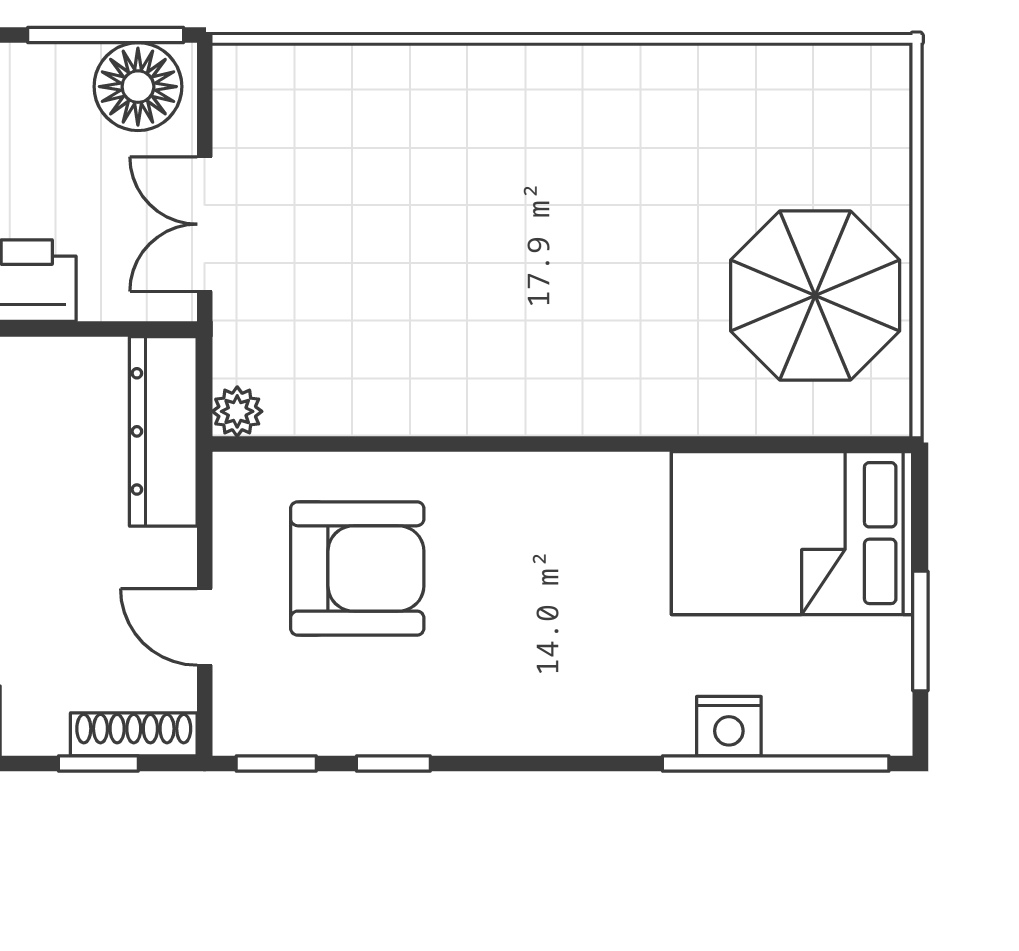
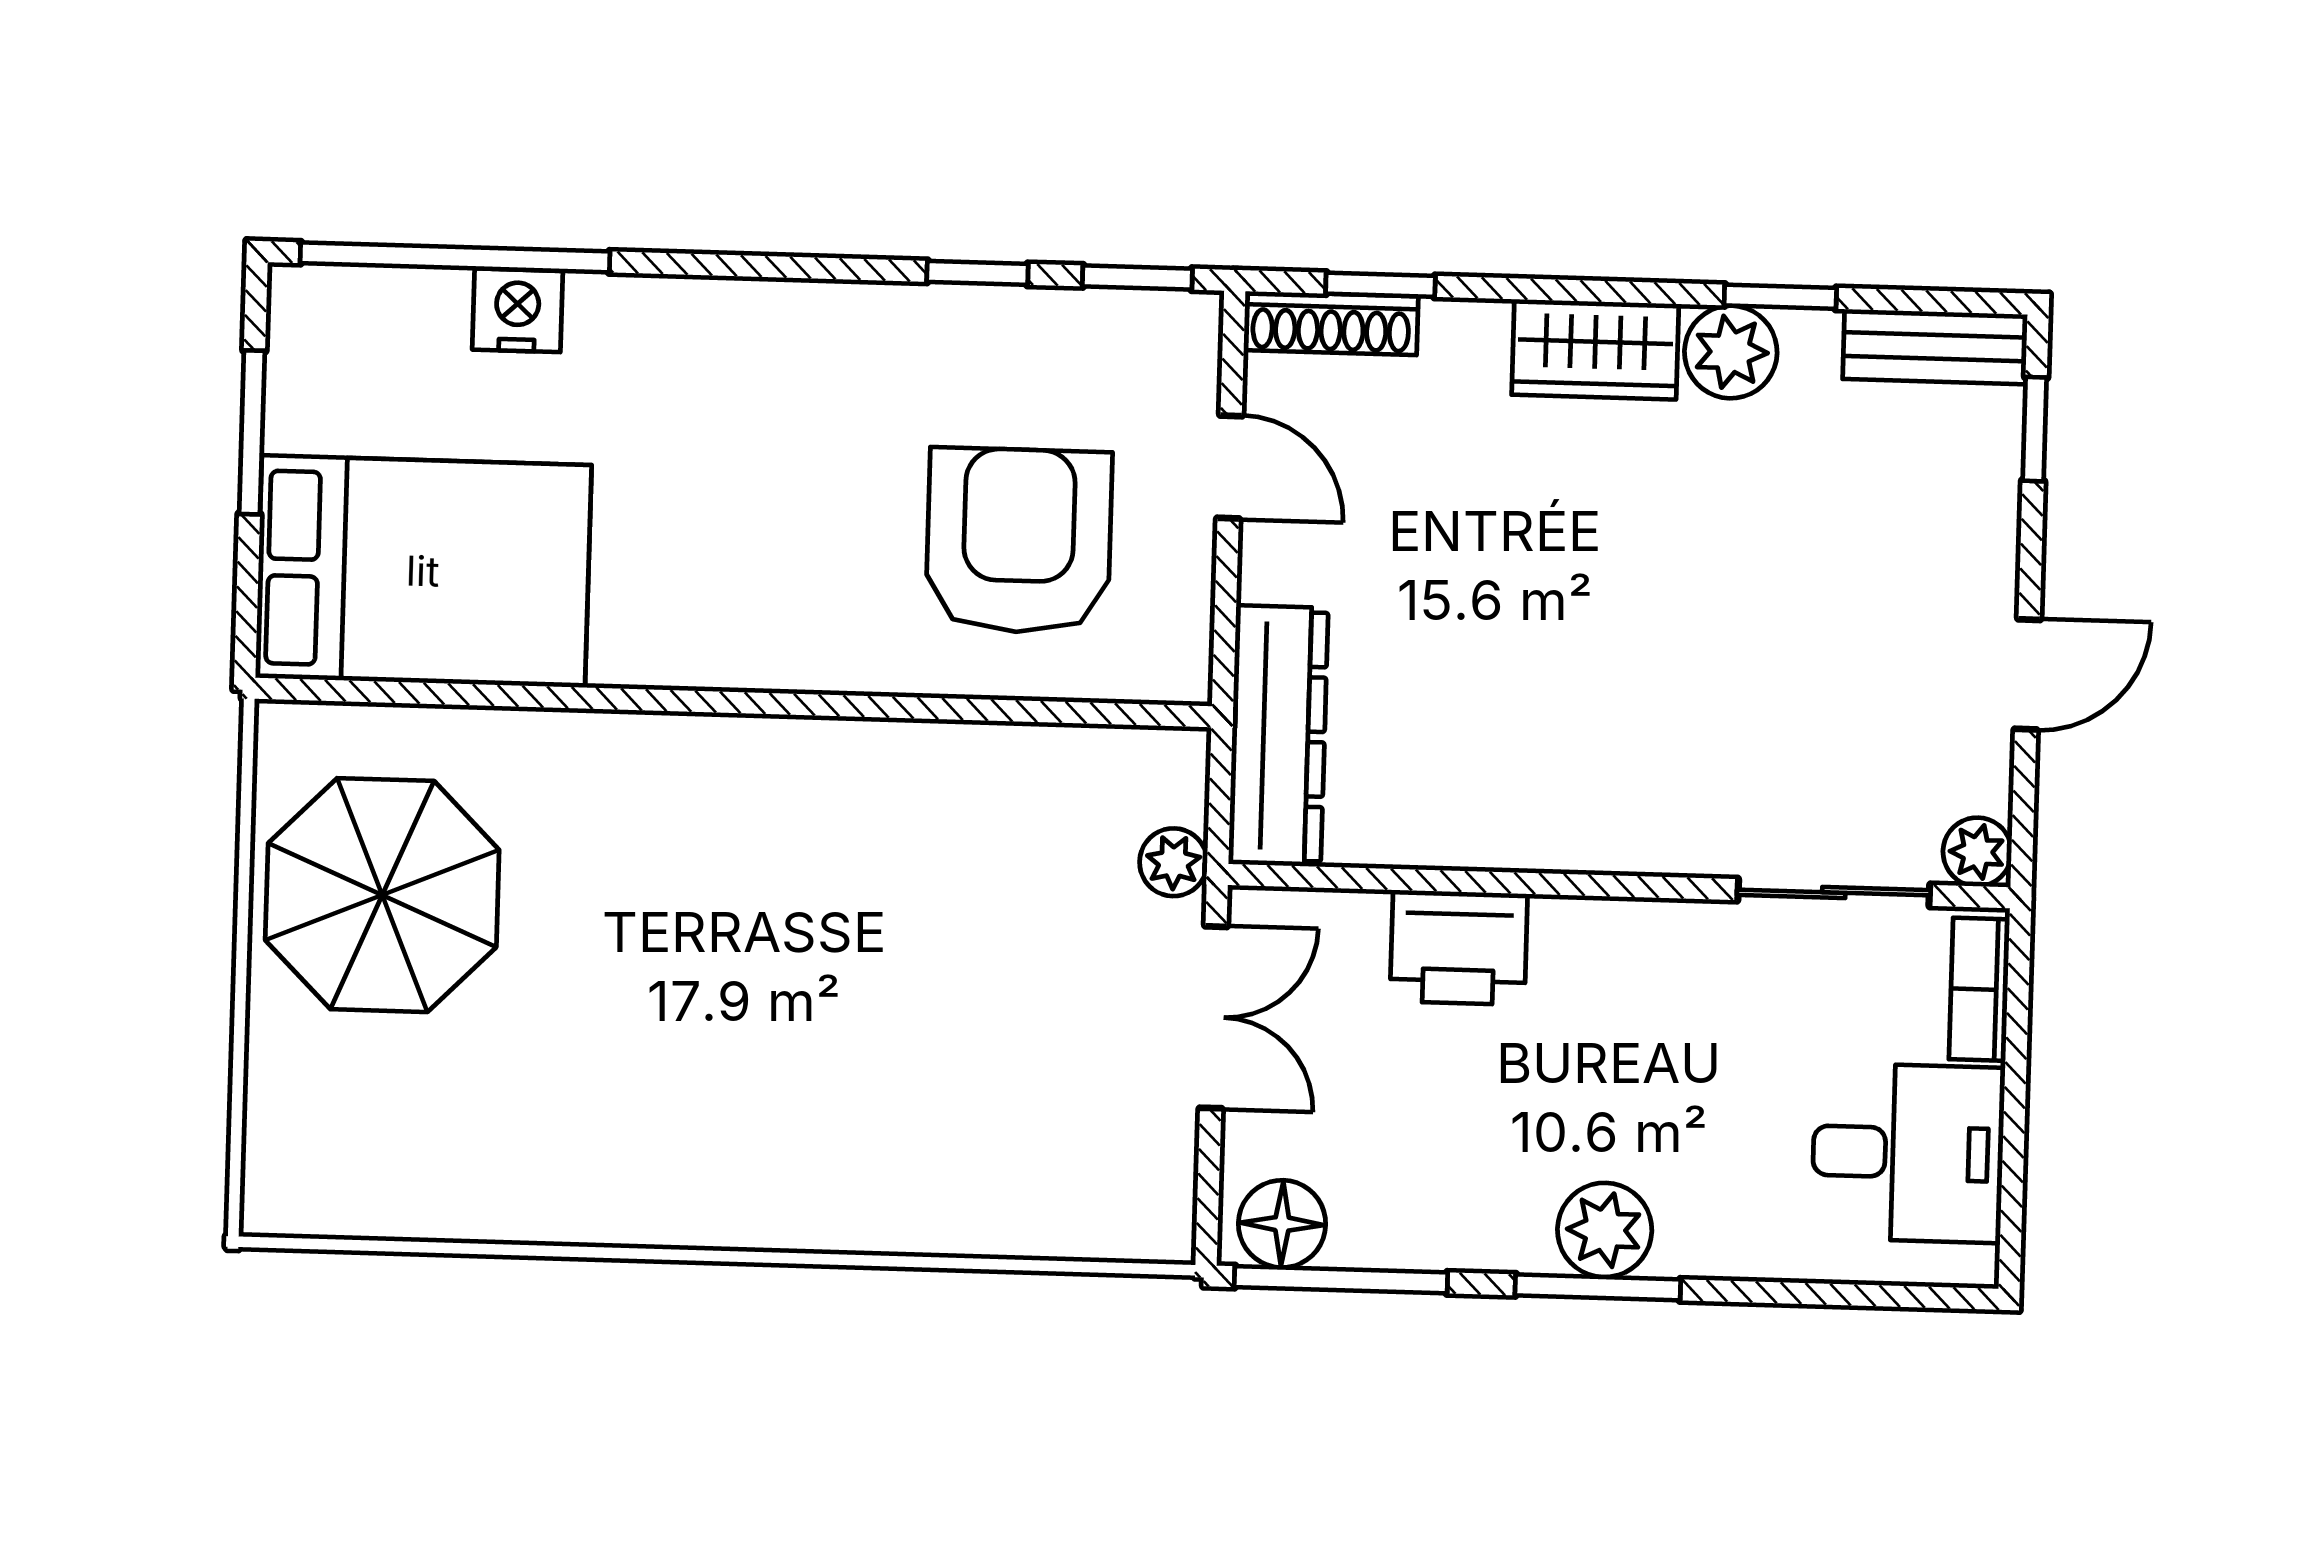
floor lamp: (138, 87) -> (1282, 1224), width x0.73, depth x0.73
plant: (237, 411) -> (1173, 862), moved
armchair: (357, 568) -> (1019, 541), turned 90

